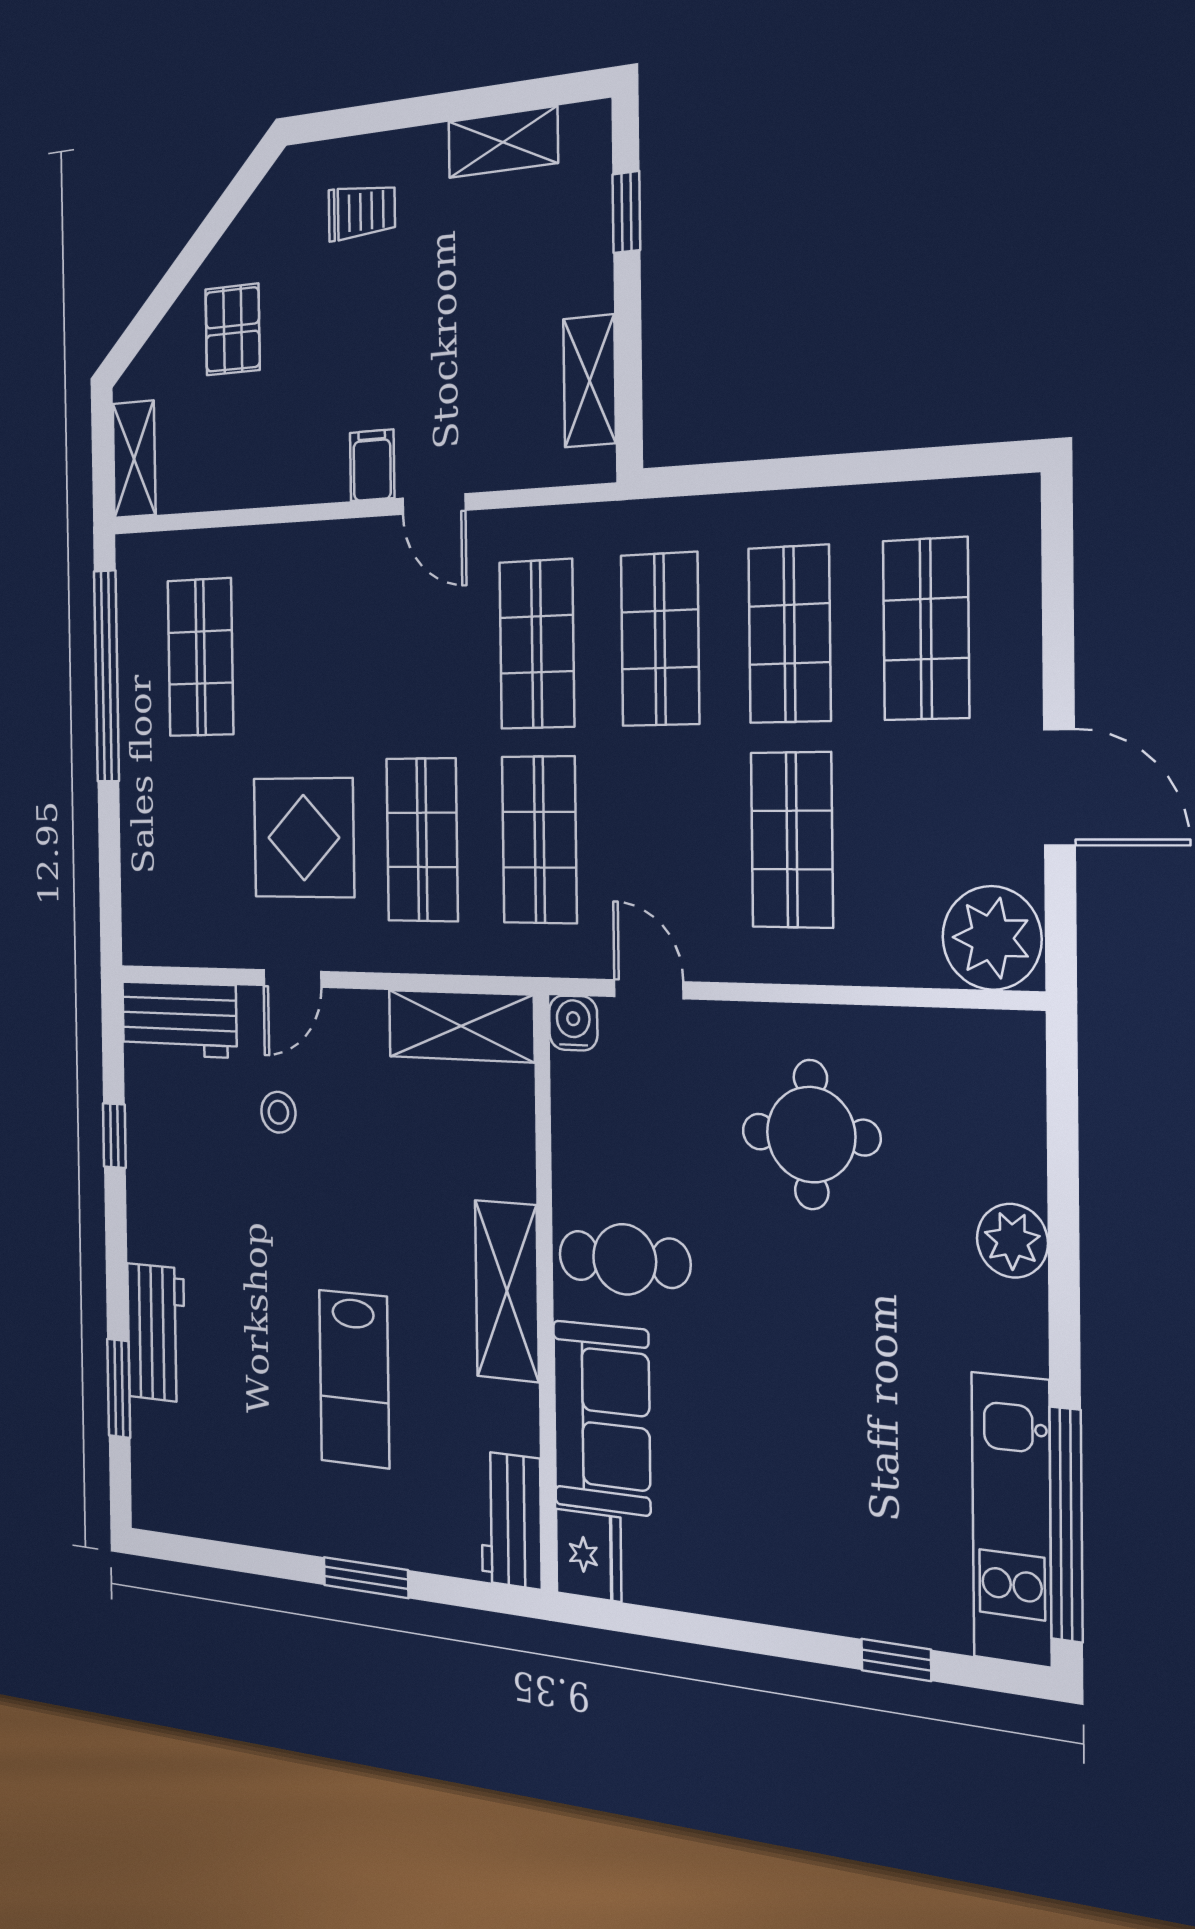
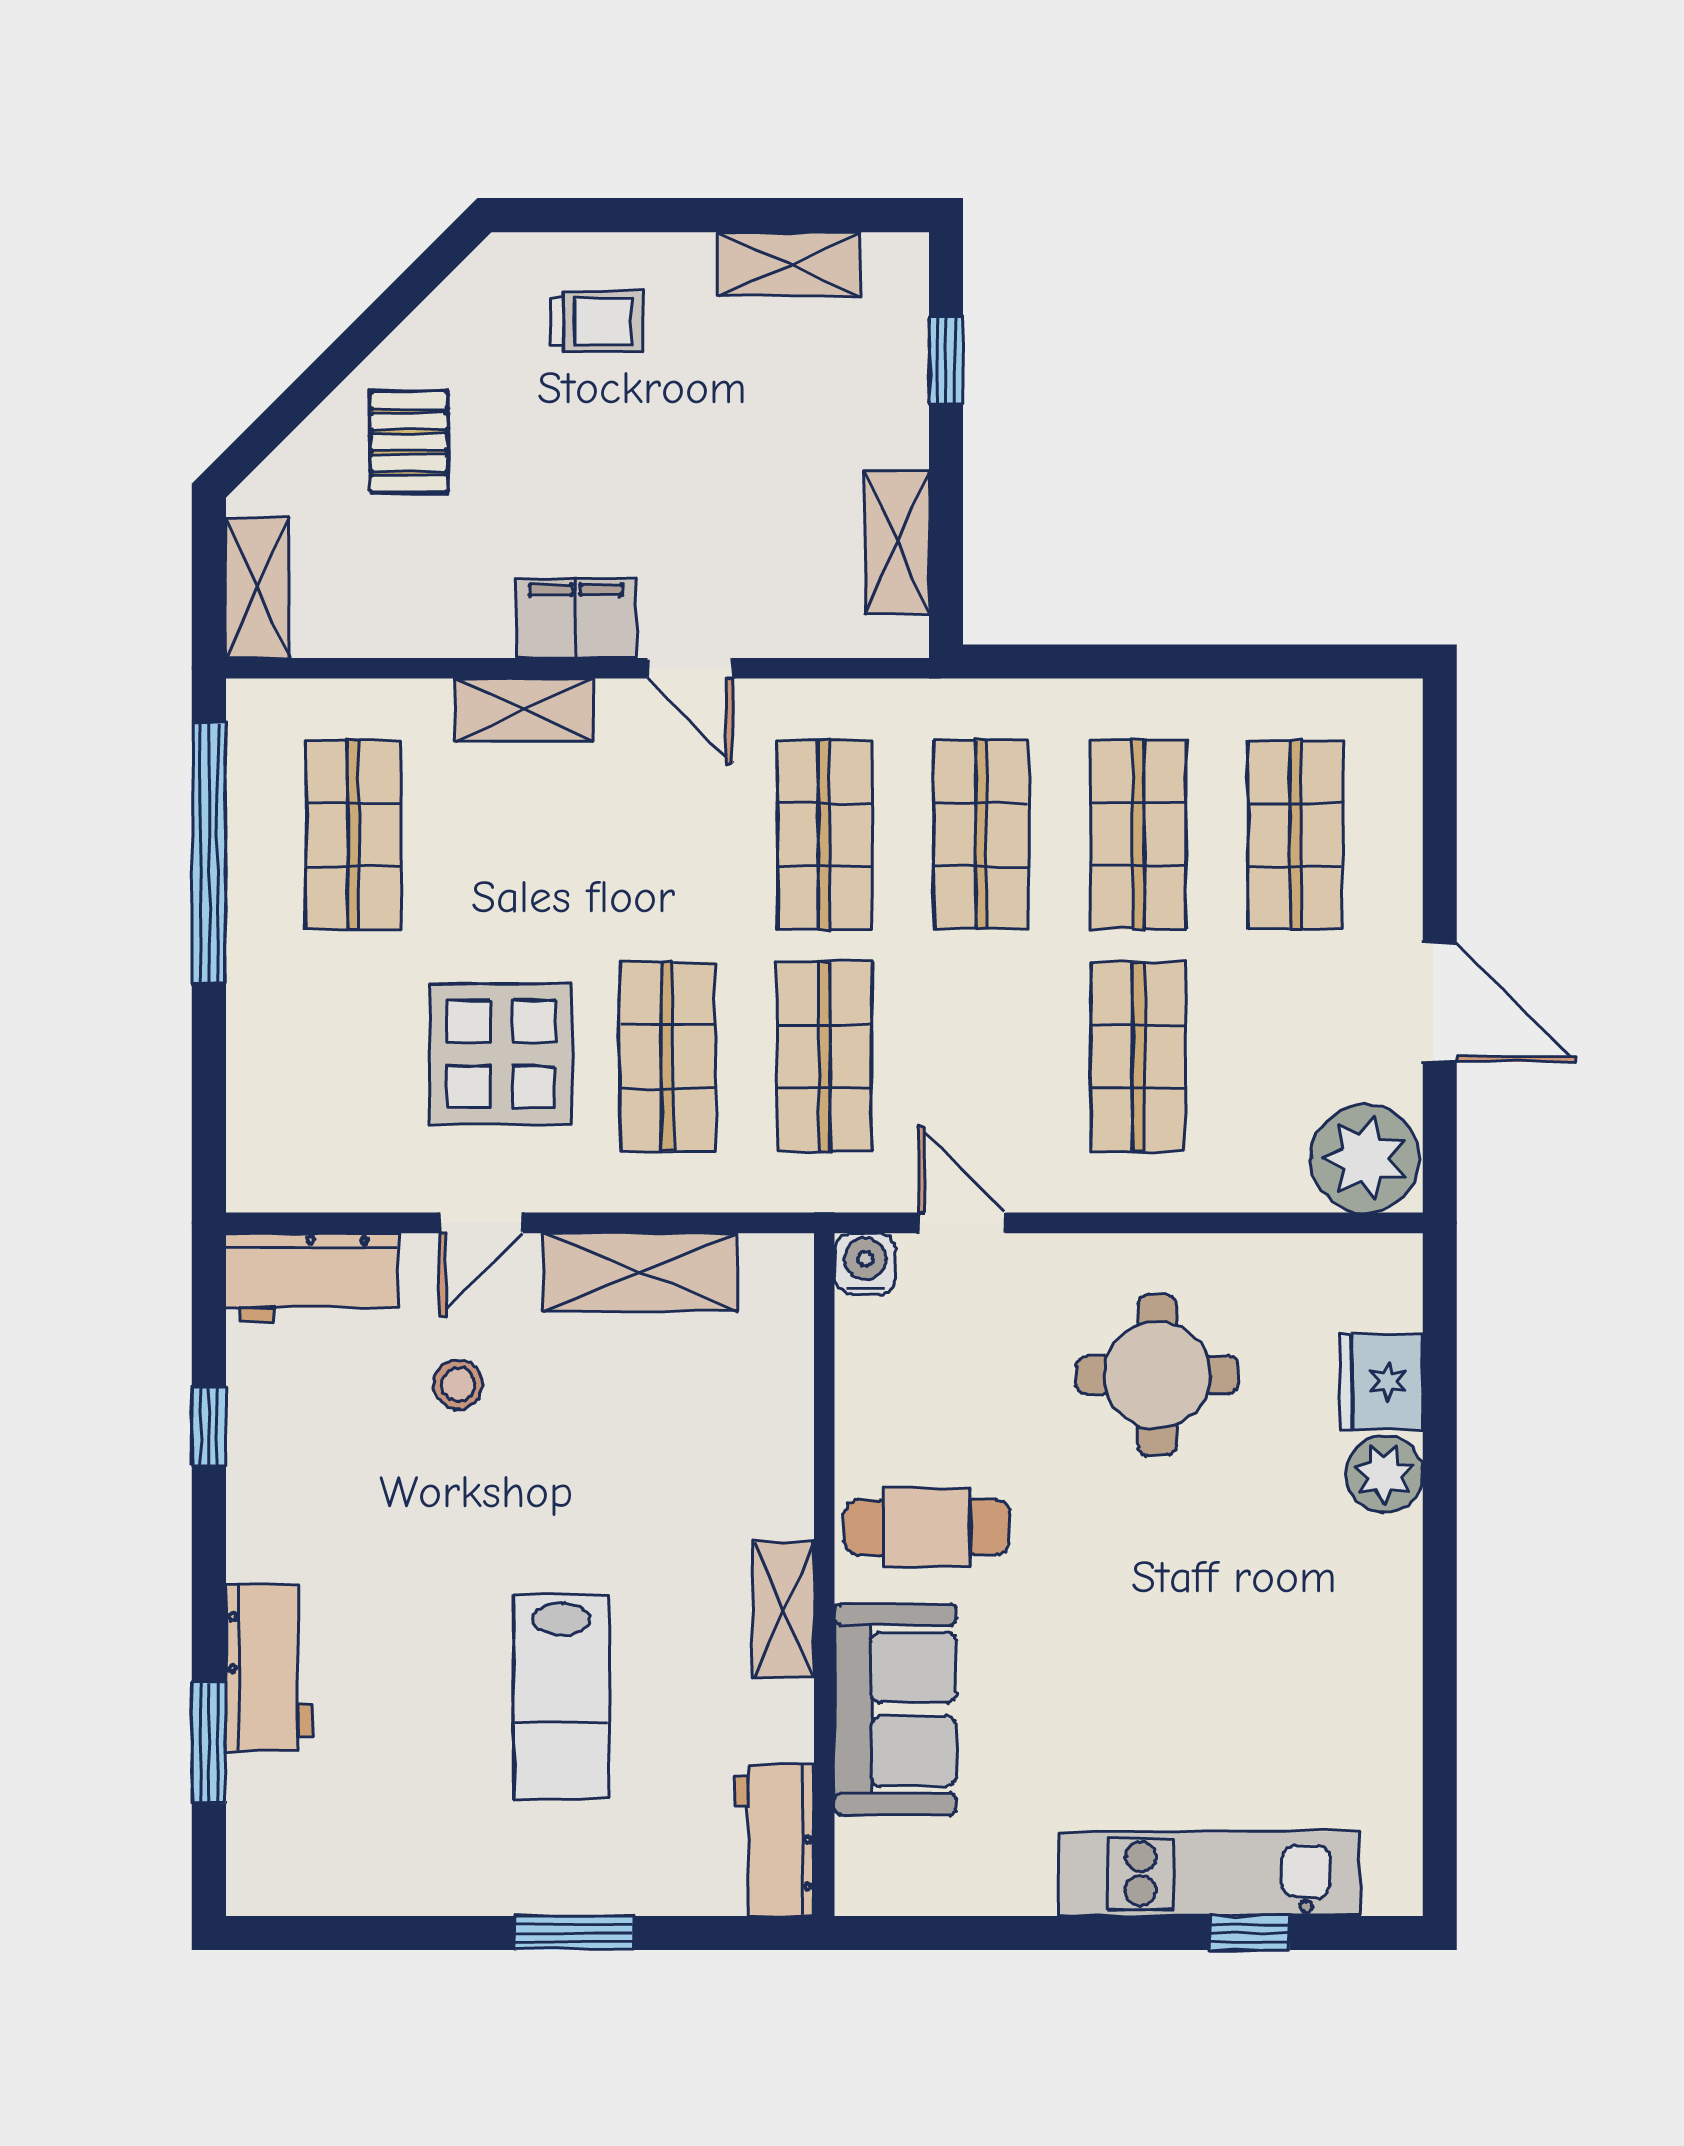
filing cabinet: (372, 465) -> (576, 618), width x2.00
shelving: (316, 547) -> (525, 710), added
shelving: (461, 1026) -> (640, 1272), moved
shelving: (507, 1291) -> (784, 1609), width x0.67, depth x0.75
kitchen unit: (1011, 1519) -> (1210, 1874), moved, turned 90
window: (1066, 1524) -> (1440, 1764), removed
fridge: (589, 1555) -> (1381, 1382), moved, turned 180

